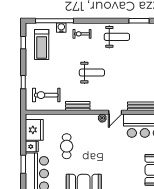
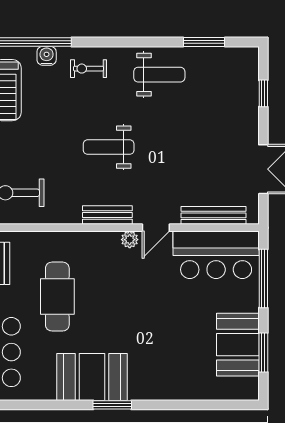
weight bench: (92, 73) -> (109, 147), turned 180
bench: (78, 106) -> (107, 215), moved
cafe table: (67, 146) -> (57, 297), width x1.37, depth x1.35

